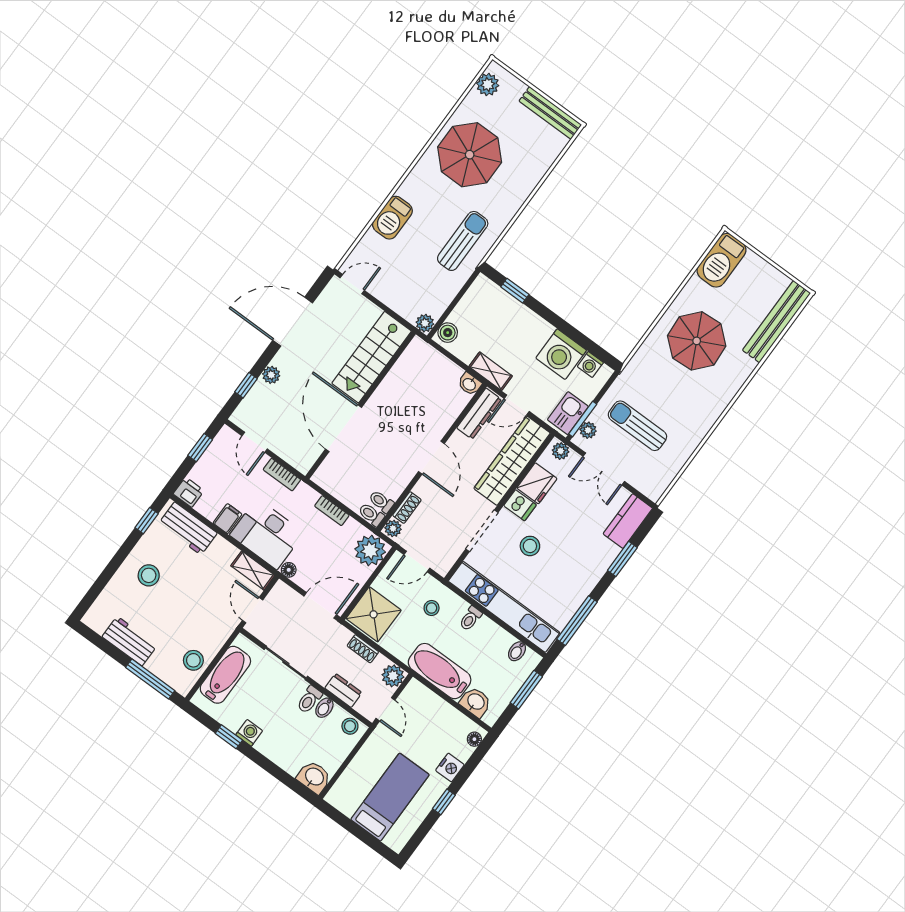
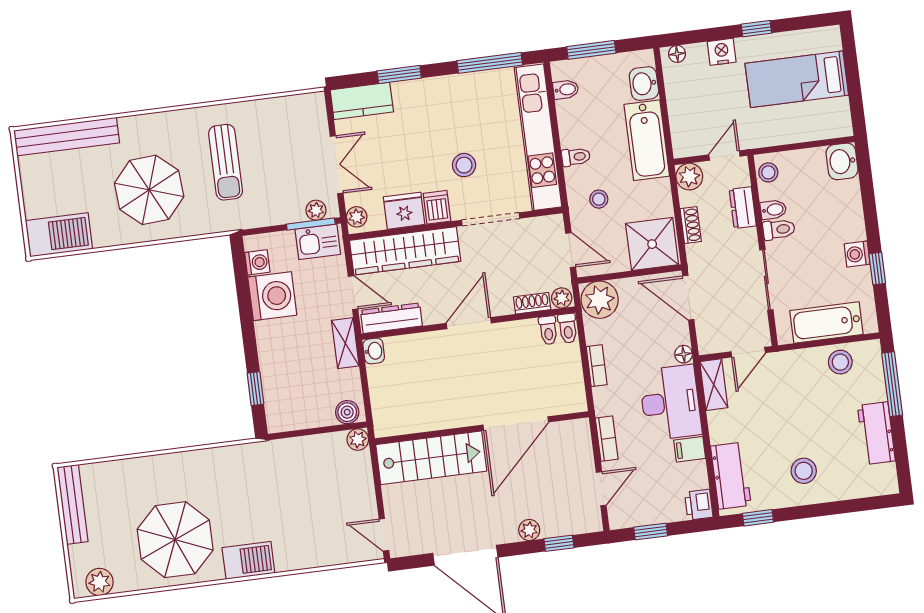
barbecue: (392, 218) -> (248, 560), moved
sun lounger: (463, 241) -> (256, 475), removed
sun lounger: (637, 426) -> (226, 162), moved

